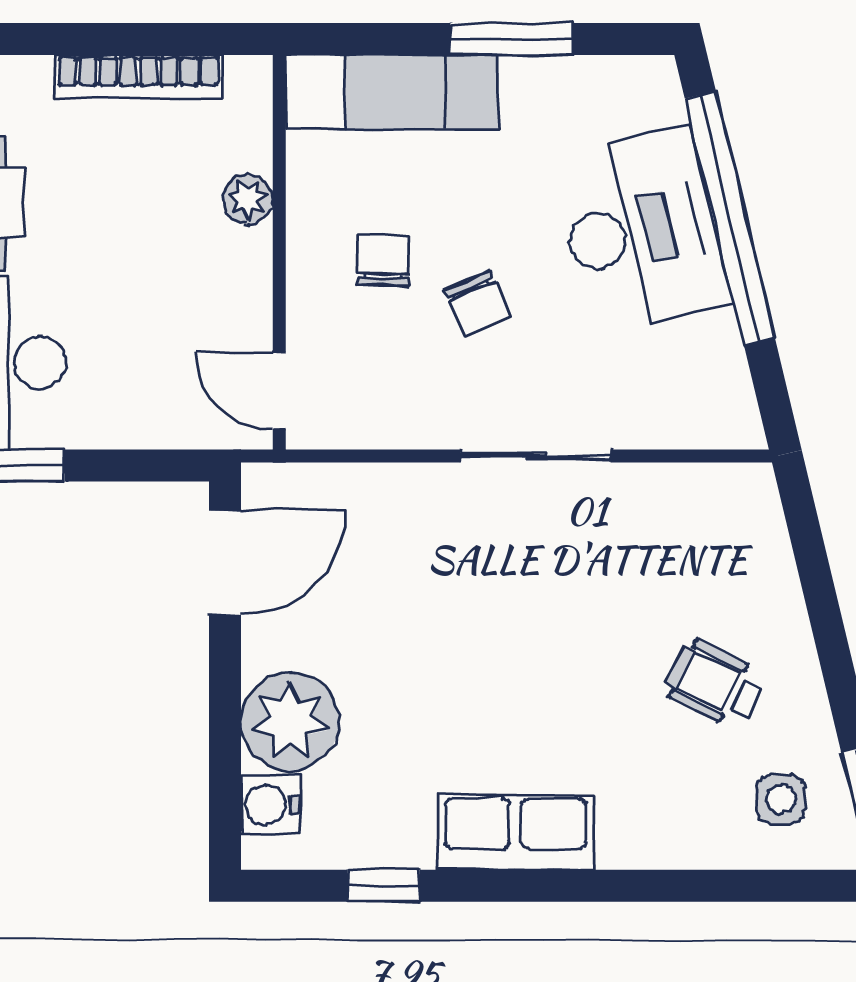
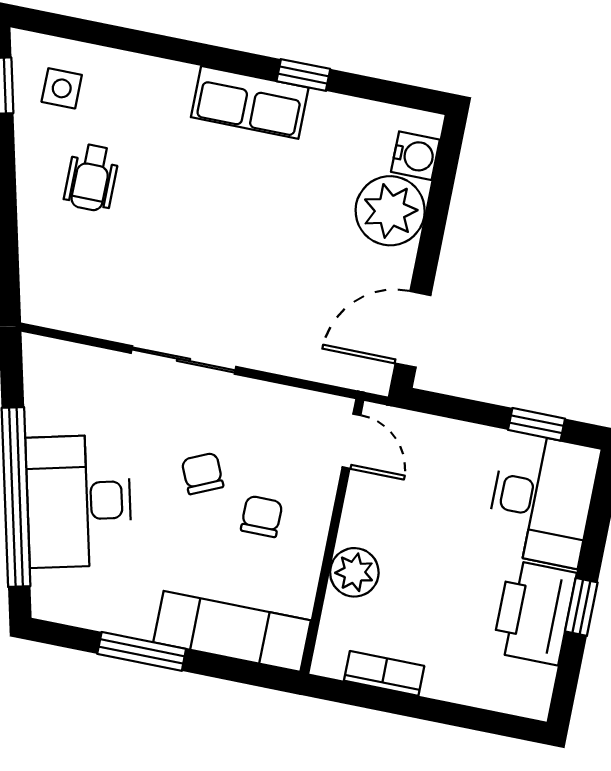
bookcase: (138, 76) -> (384, 673), width x0.64
plant: (248, 199) -> (354, 572), width x1.38, depth x1.38
chair: (383, 260) -> (262, 516), turned 180
wheelchair: (715, 684) -> (91, 177), turned 64
window: (383, 886) -> (303, 75), moved

